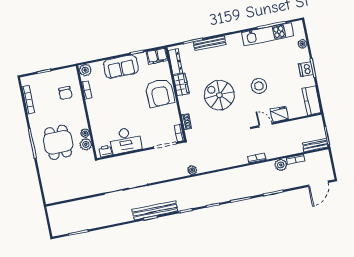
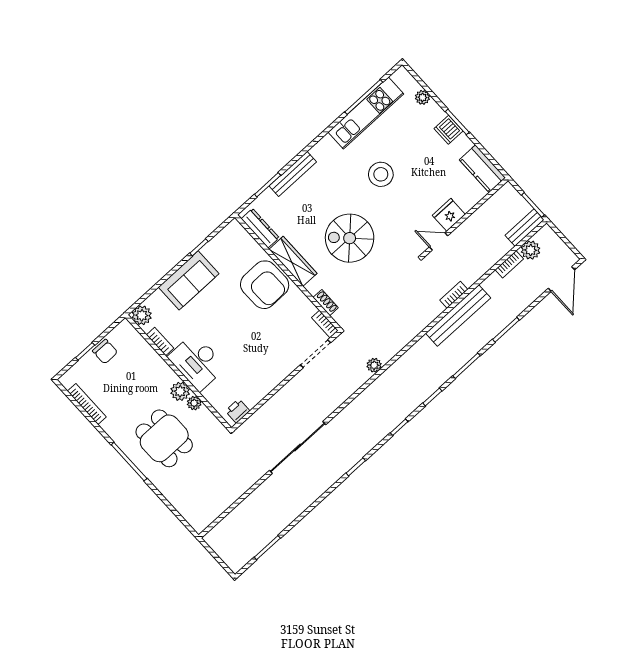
filing cabinet: (157, 56) -> (230, 236), removed
wardrobe: (181, 84) -> (293, 261), width x1.50
stool: (259, 86) -> (381, 174), moved
chair: (65, 93) -> (105, 352), moved
desk: (125, 140) -> (197, 362), moved, turned 90
plant: (86, 144) -> (180, 391), moved
plant: (281, 165) -> (531, 250), moved
bench: (155, 210) -> (458, 315), moved

